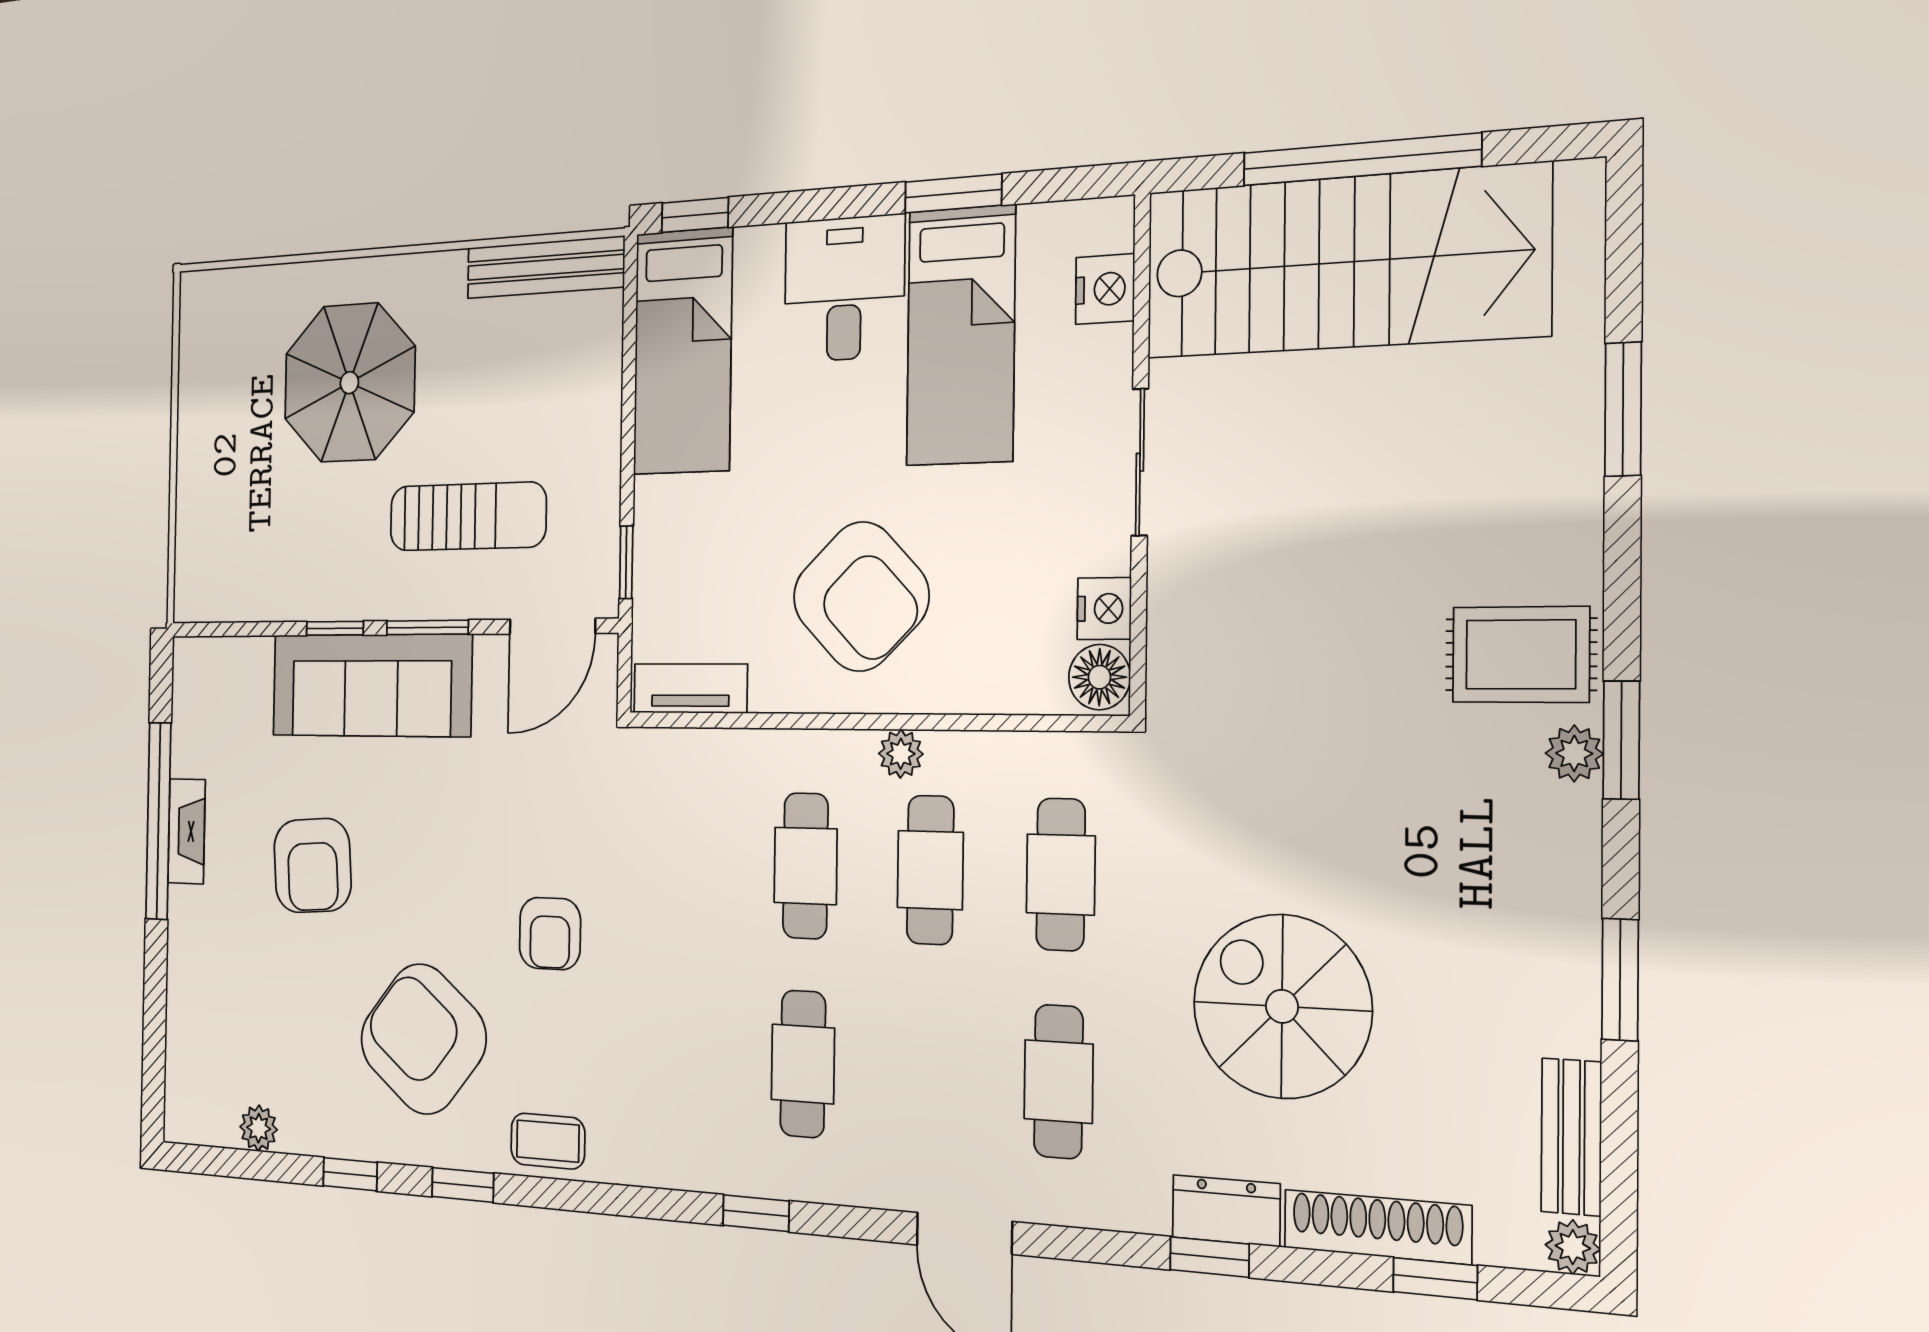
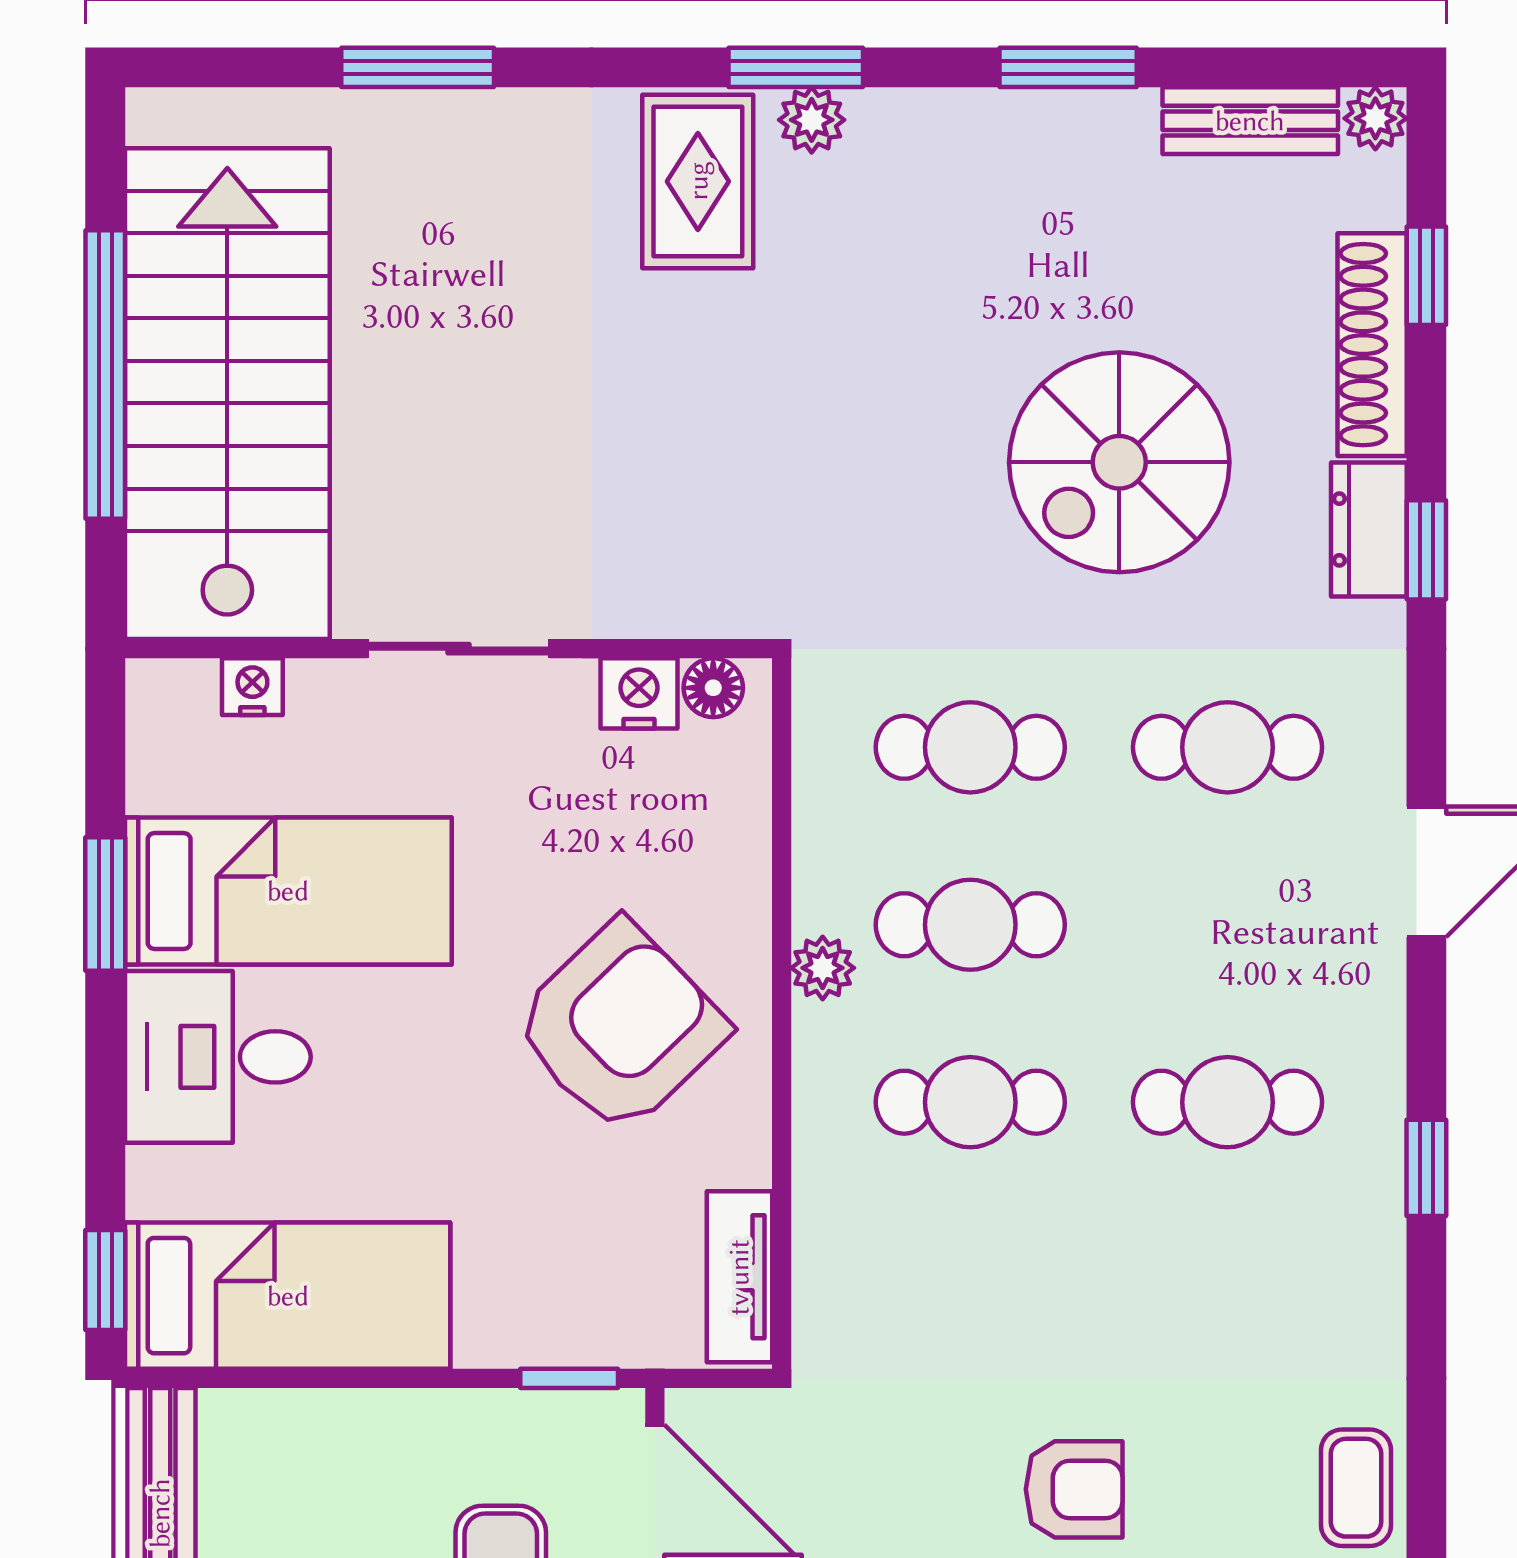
nightstand: (1105, 289) -> (252, 687), width x0.72, depth x0.74
floor lamp: (1099, 677) -> (713, 688), width x0.73, depth x0.73

